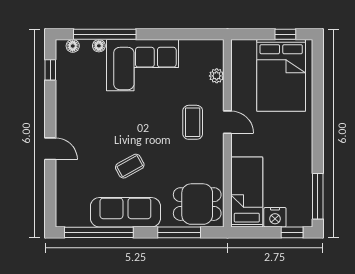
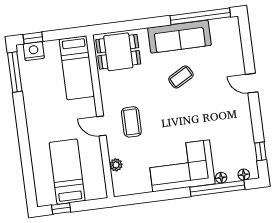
bed: (281, 75) -> (67, 172), width x0.67
nightstand: (275, 217) -> (34, 51), moved
window: (179, 232) -> (131, 25), removed

